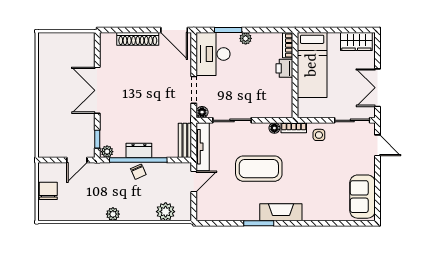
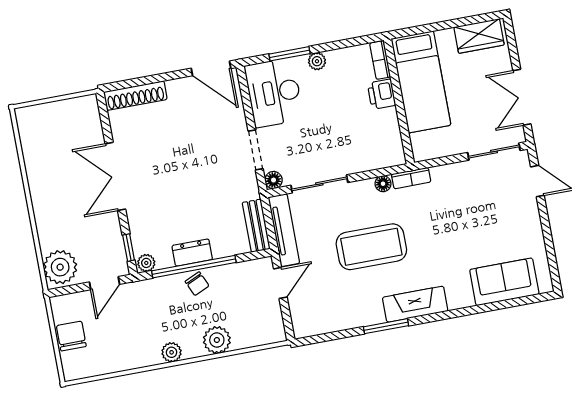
shoe rack: (138, 39) -> (135, 96), moved
side table: (319, 135) -> (450, 182), removed
plant: (49, 144) -> (60, 267), added
sofa: (363, 197) -> (504, 282), moved, turned 90
plant: (166, 212) -> (217, 340), moved

